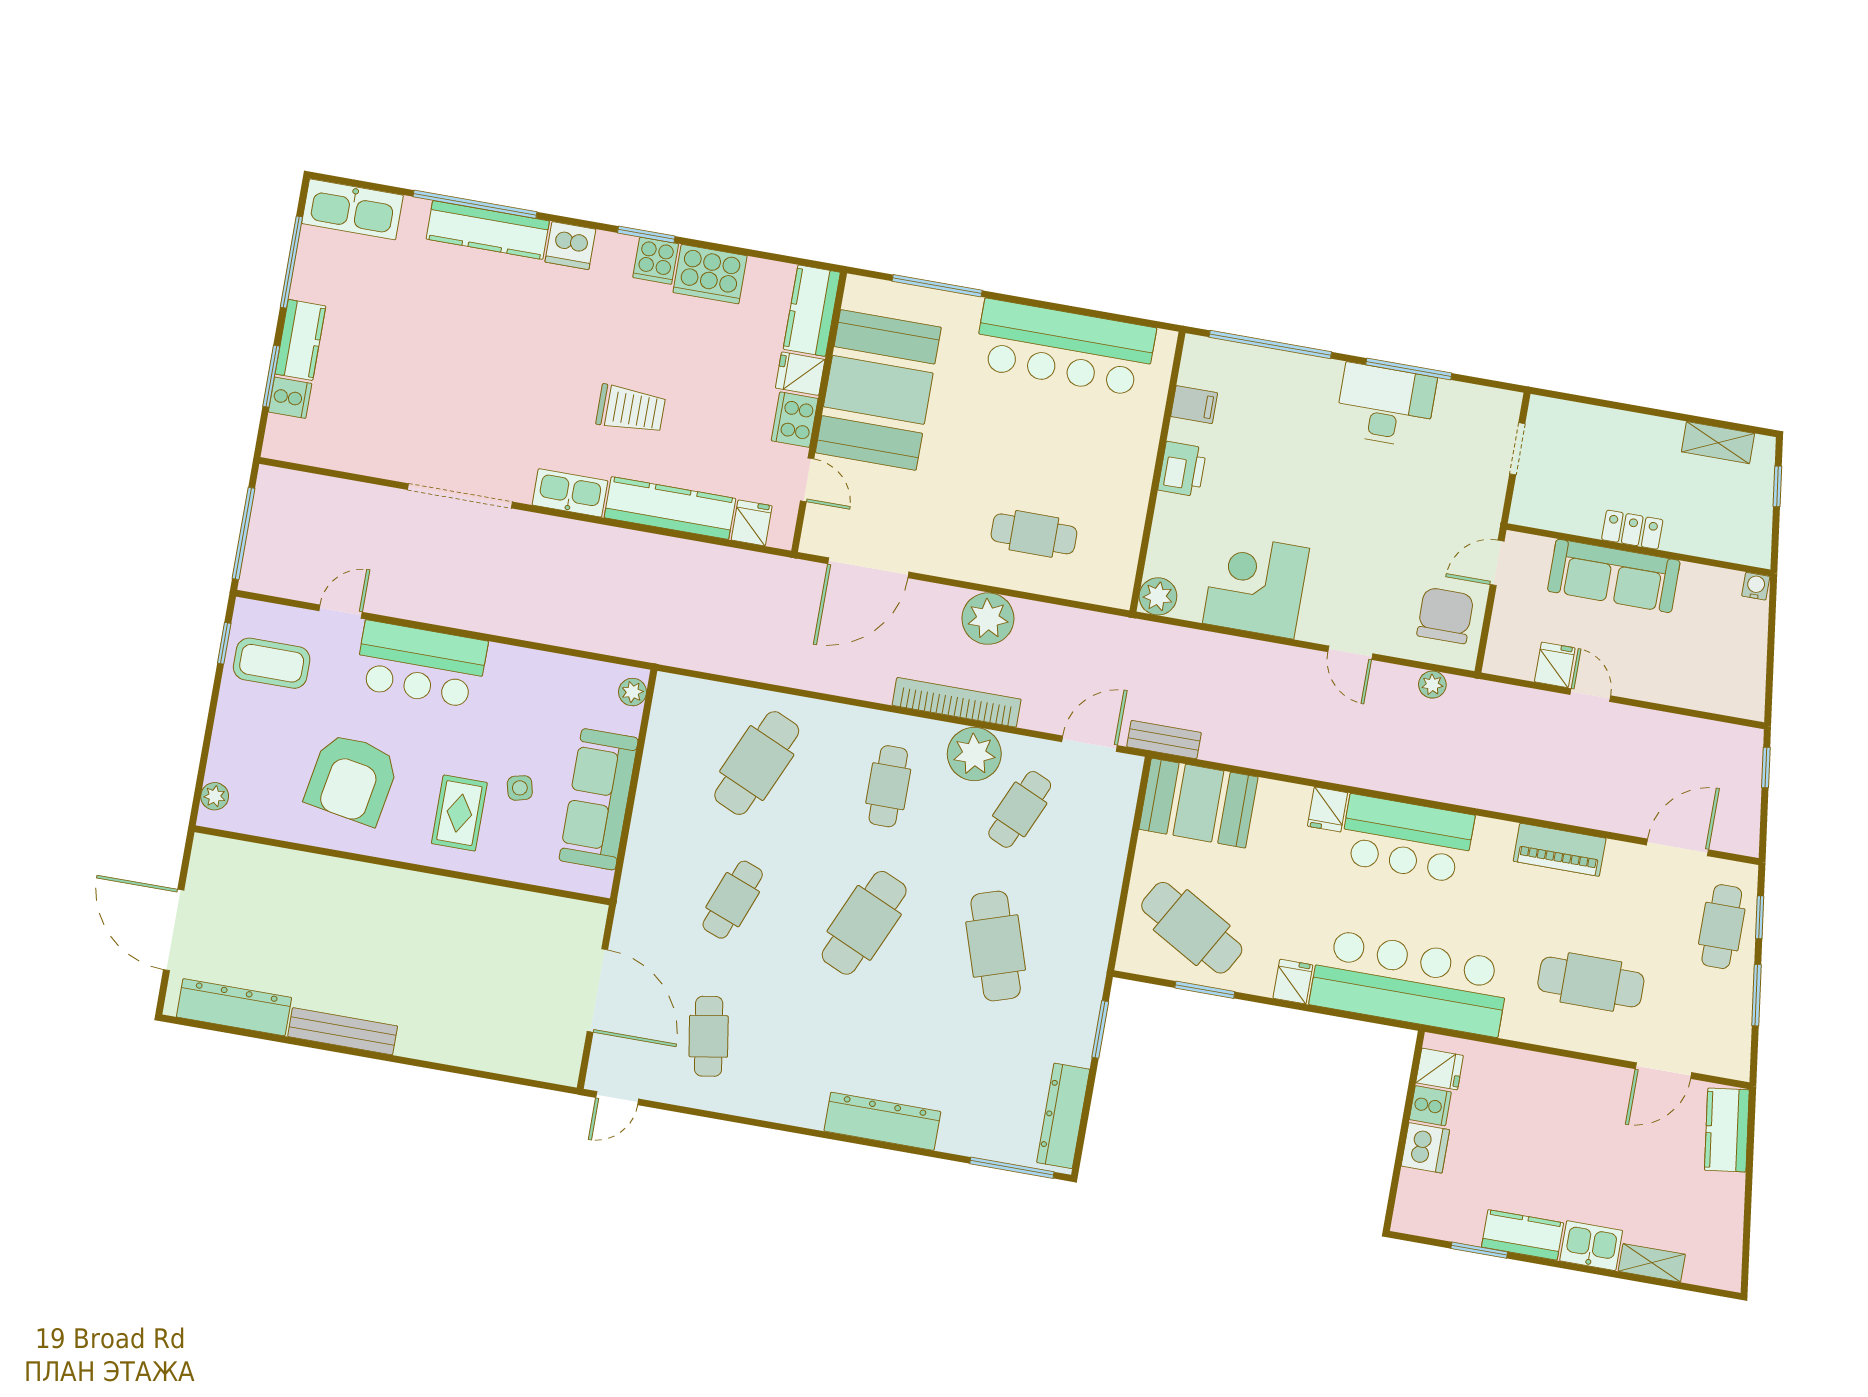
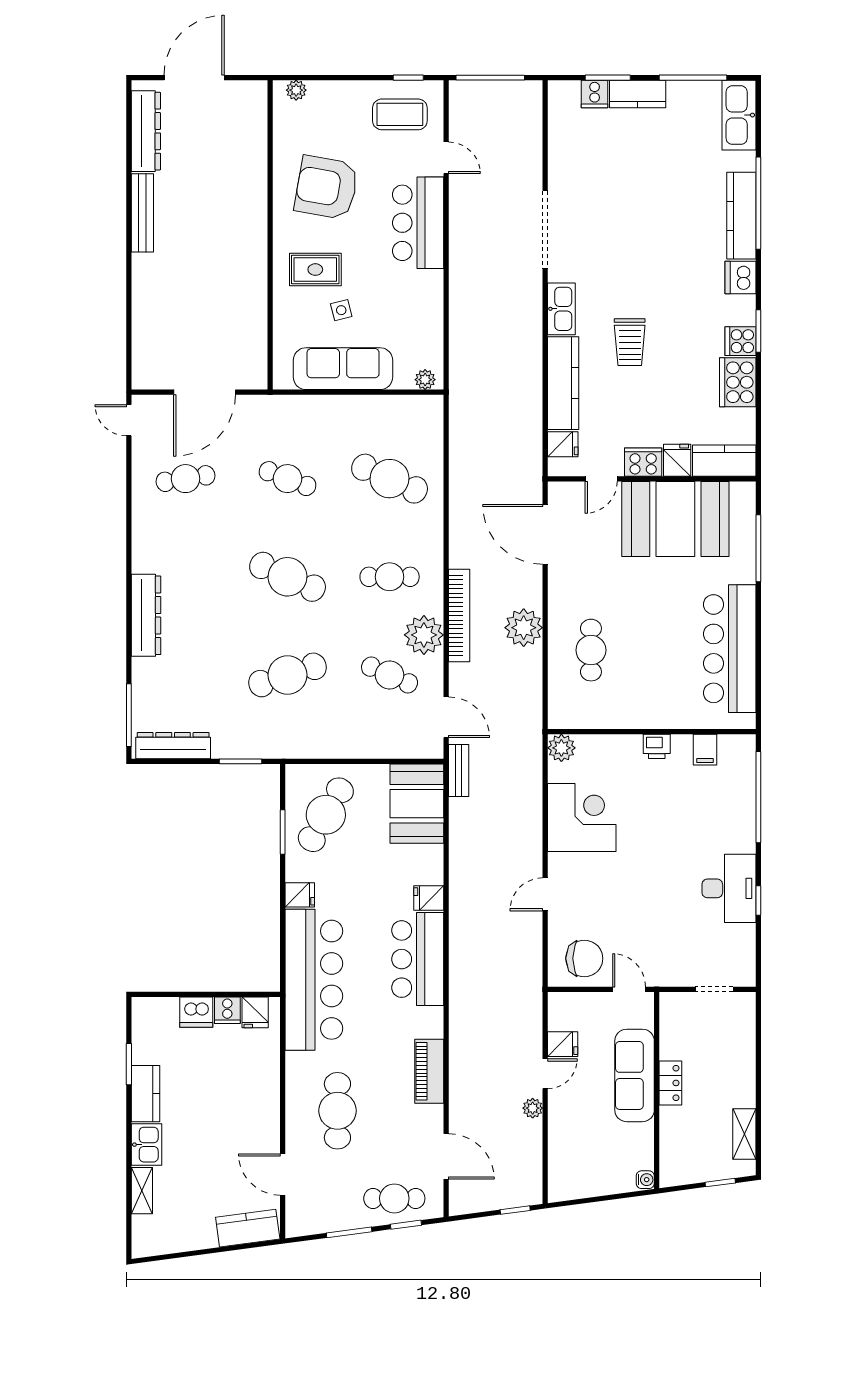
window: (1409, 369) -> (758, 901), width x0.46
printer: (1182, 469) -> (657, 746), width x0.73, depth x0.81
coffee table: (272, 663) -> (400, 114), turned 90
plant: (1432, 685) -> (533, 1108), moved

